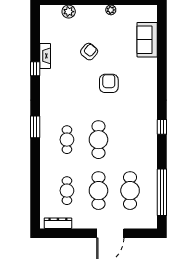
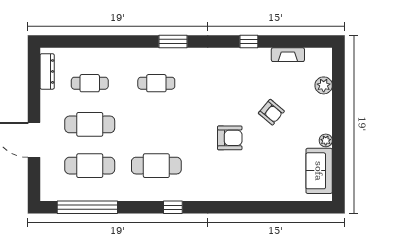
sofa: (147, 40) -> (319, 171), moved, turned -90
fireplace: (45, 56) -> (288, 55), moved
cafe table: (98, 140) -> (156, 166), moved

